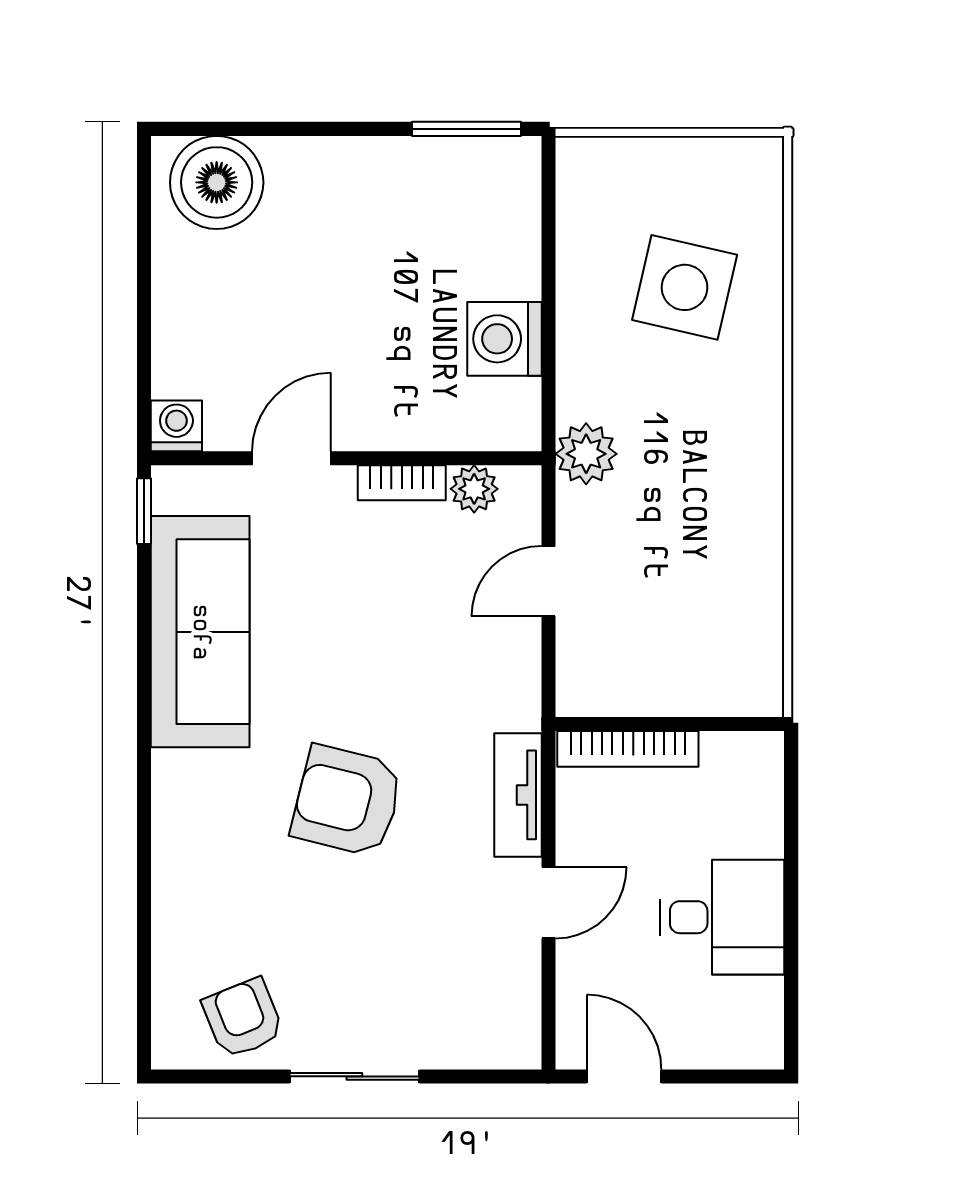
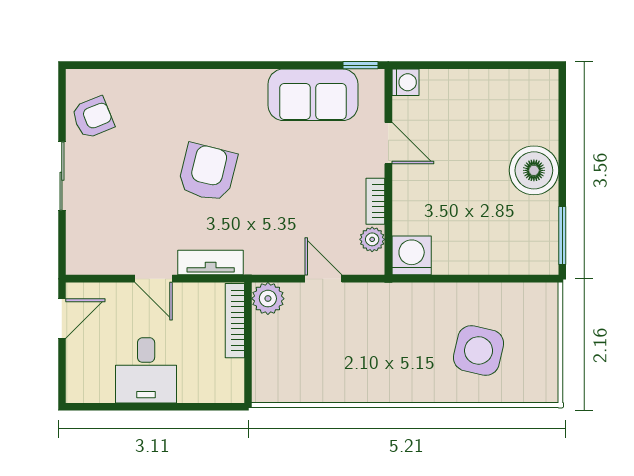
boiler: (217, 182) -> (534, 170), moved
washing machine: (505, 339) -> (412, 255), moved
plant: (586, 454) -> (268, 299), moved
sofa: (200, 632) -> (313, 95), width x0.73

